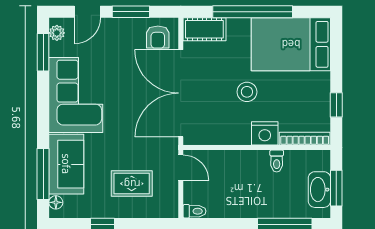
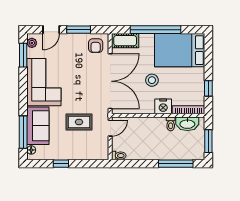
double door: (181, 93) -> (110, 81), swing flipped
door: (181, 168) -> (110, 128), hinge flipped
rug: (132, 184) -> (79, 122), moved
washbasin: (319, 190) -> (187, 124), moved, turned -90

